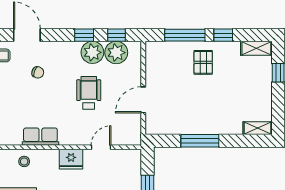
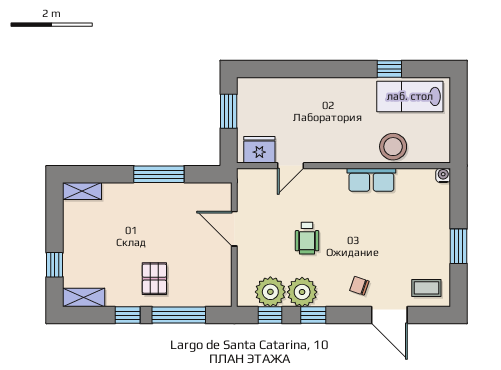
chair: (38, 72) -> (359, 286), moved
wheelchair: (89, 93) -> (307, 238), width x0.73, depth x0.73
door: (143, 100) -> (234, 229), swing flipped
fridge: (71, 159) -> (259, 150), moved
stool: (24, 161) -> (393, 147), width x1.89, depth x1.89

